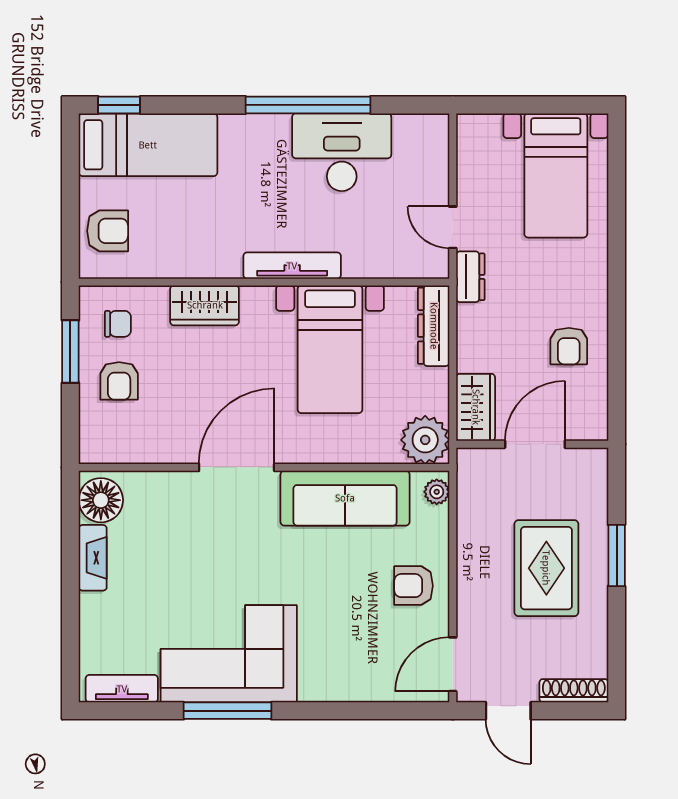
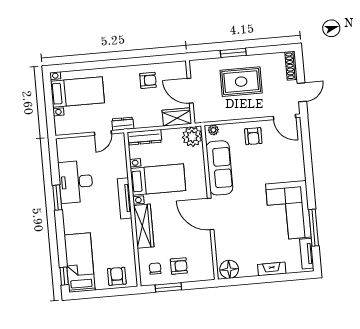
window: (308, 105) -> (57, 198), width x0.47
wardrobe: (205, 305) -> (144, 226), width x1.50
fireplace: (93, 558) -> (272, 269), moved
window: (228, 711) -> (314, 228), moved

